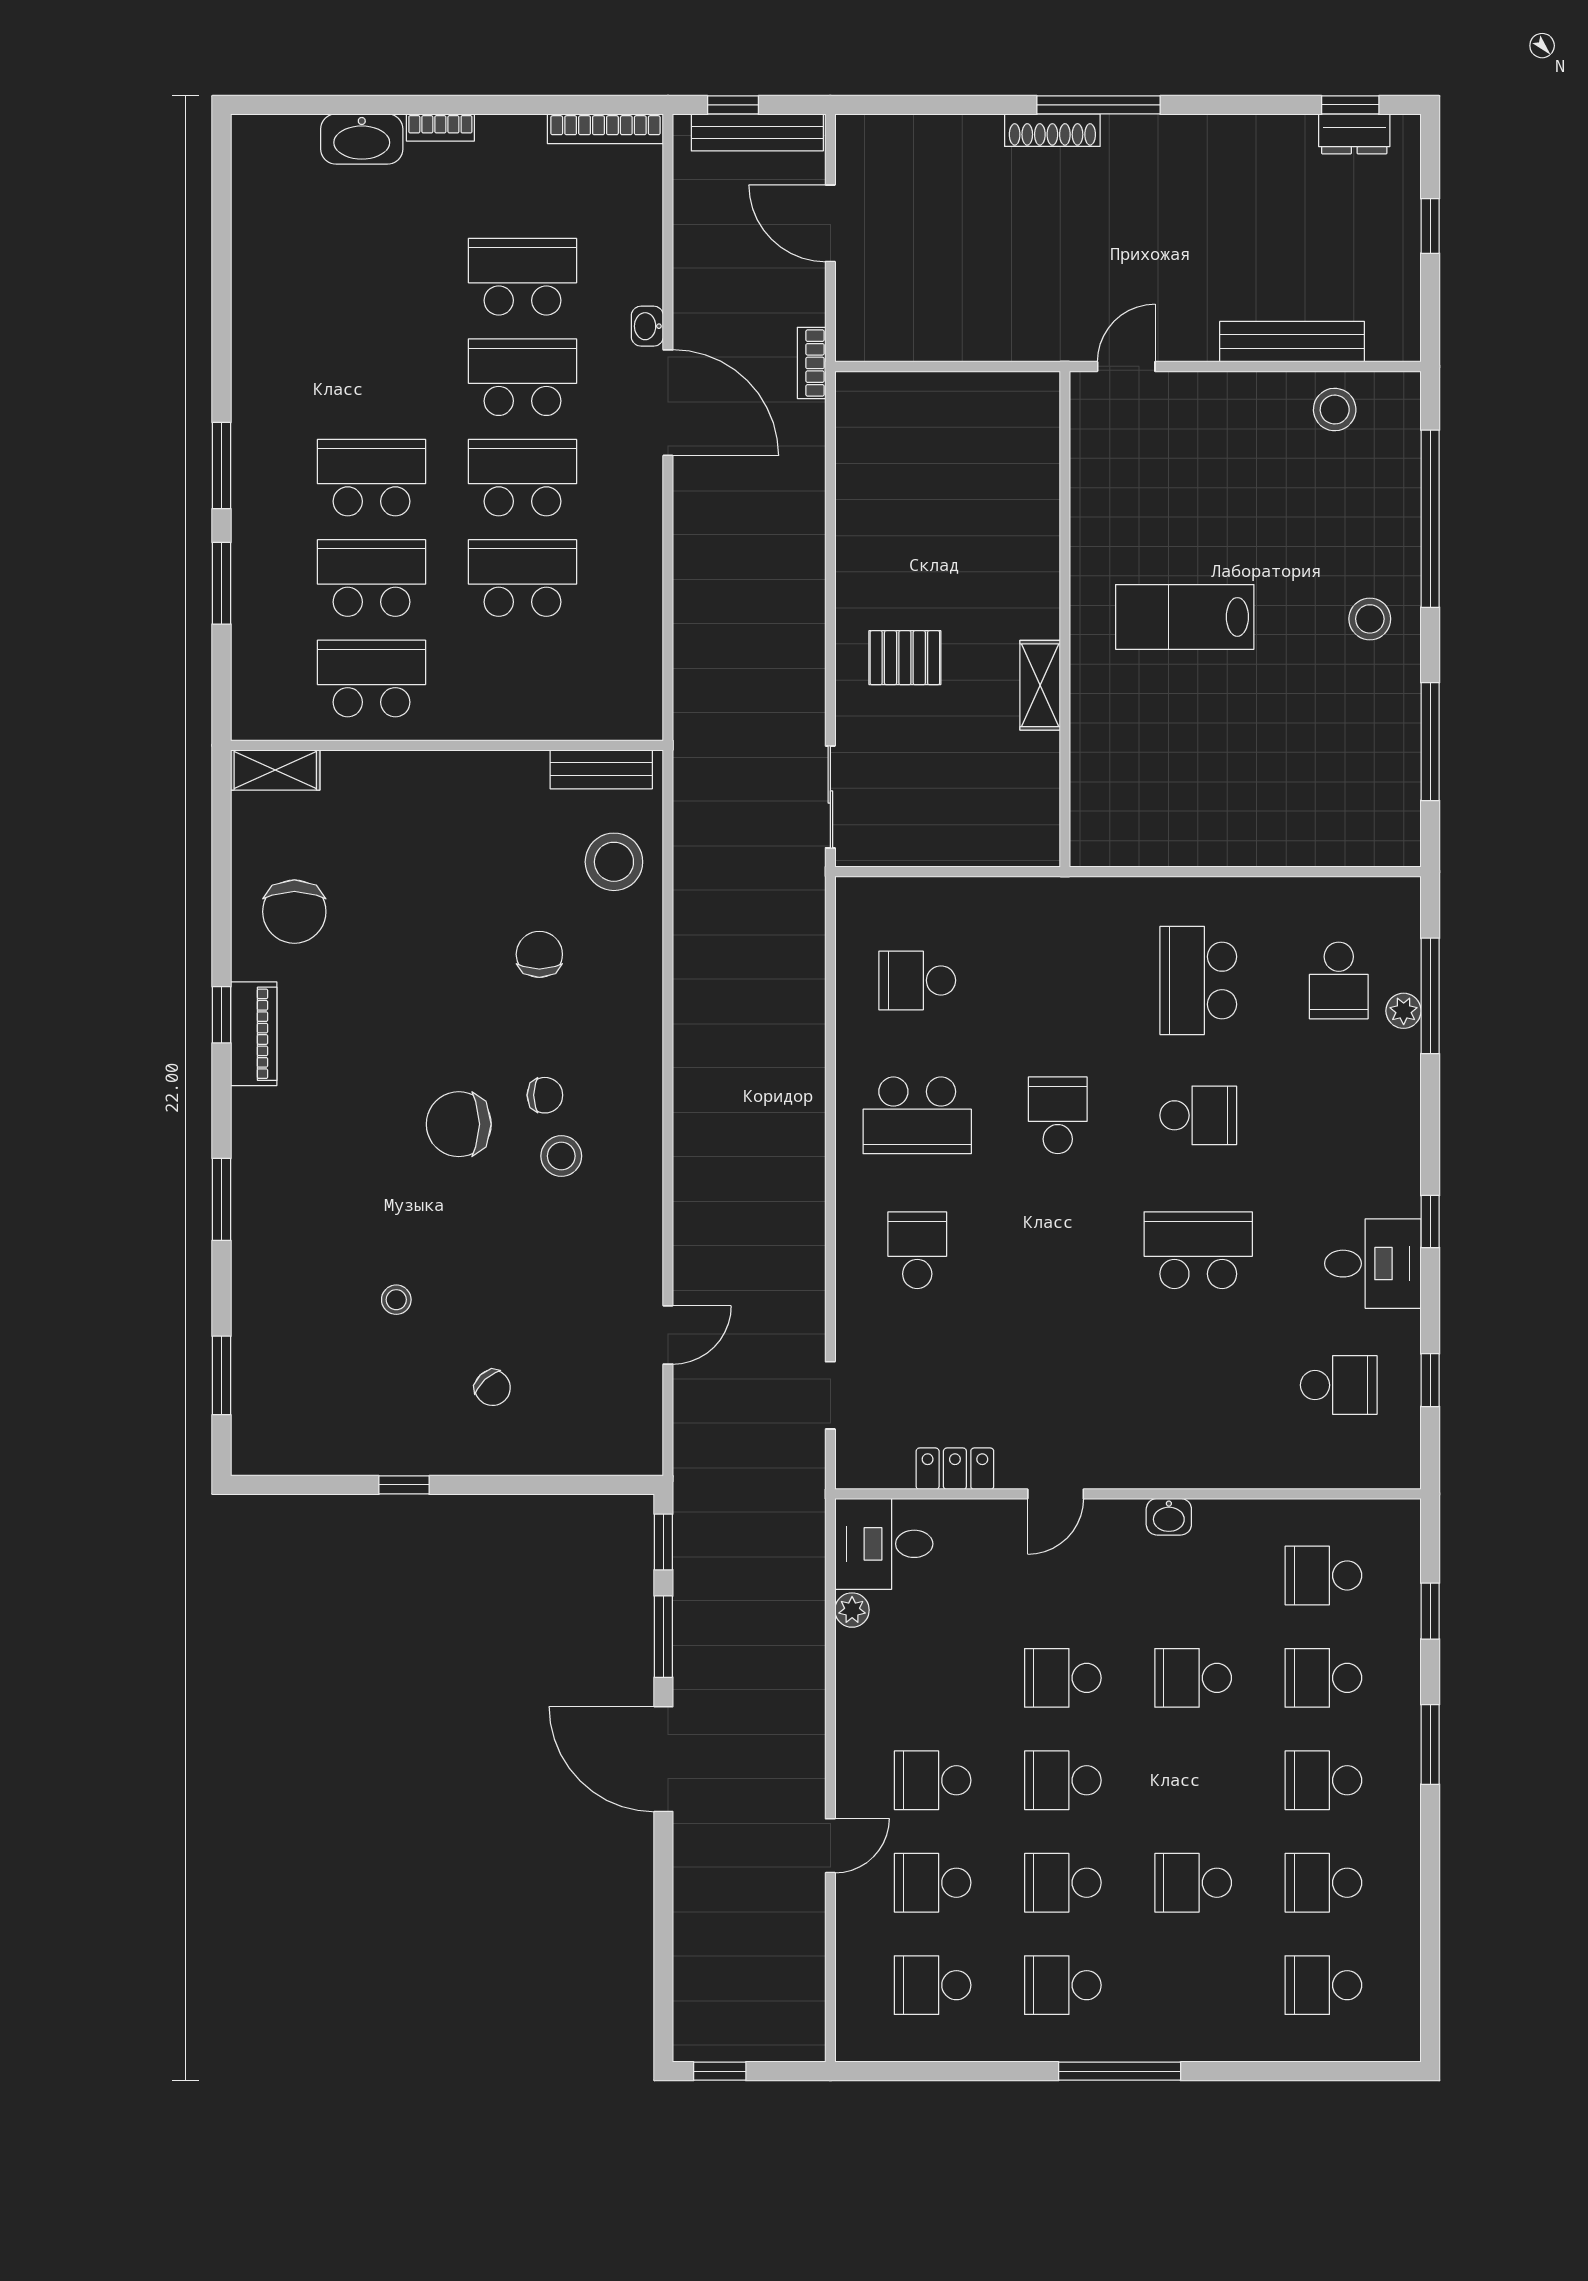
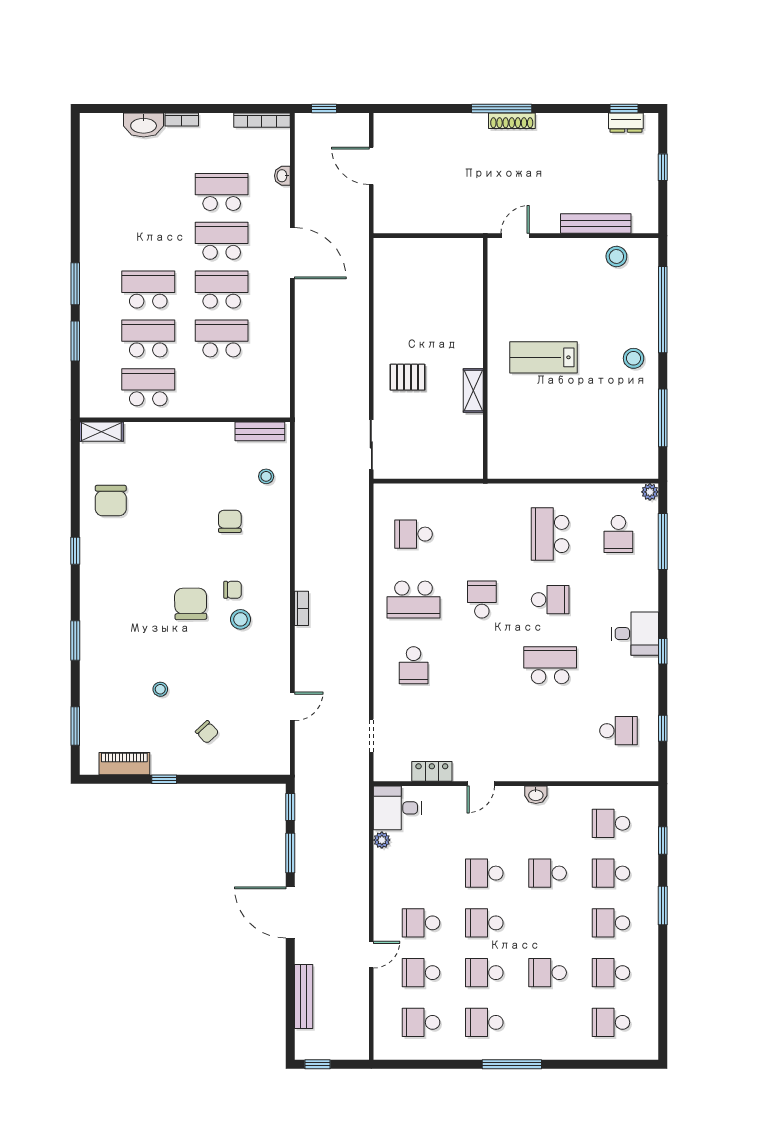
shoe rack: (1052, 130) -> (512, 121), moved
bench: (757, 132) -> (304, 996), moved, turned 90
washbasin: (647, 326) -> (282, 176), moved
bookcase: (812, 363) -> (301, 608), moved, turned 180
stool: (614, 862) -> (266, 476), width x0.53, depth x0.53
plant: (1404, 1011) -> (650, 492), moved
piano: (254, 1034) -> (124, 764), moved, turned -90
chair: (459, 1124) -> (191, 604), turned 89
school desk: (917, 1250) -> (414, 665), turned 180
desk: (1373, 1264) -> (635, 634), moved

